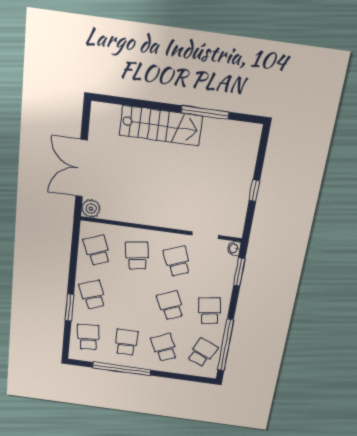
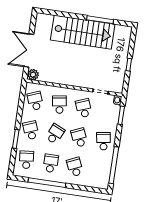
stairs: (161, 126) -> (83, 32), width x1.36, depth x1.51
school desk: (202, 353) -> (55, 134), moved

